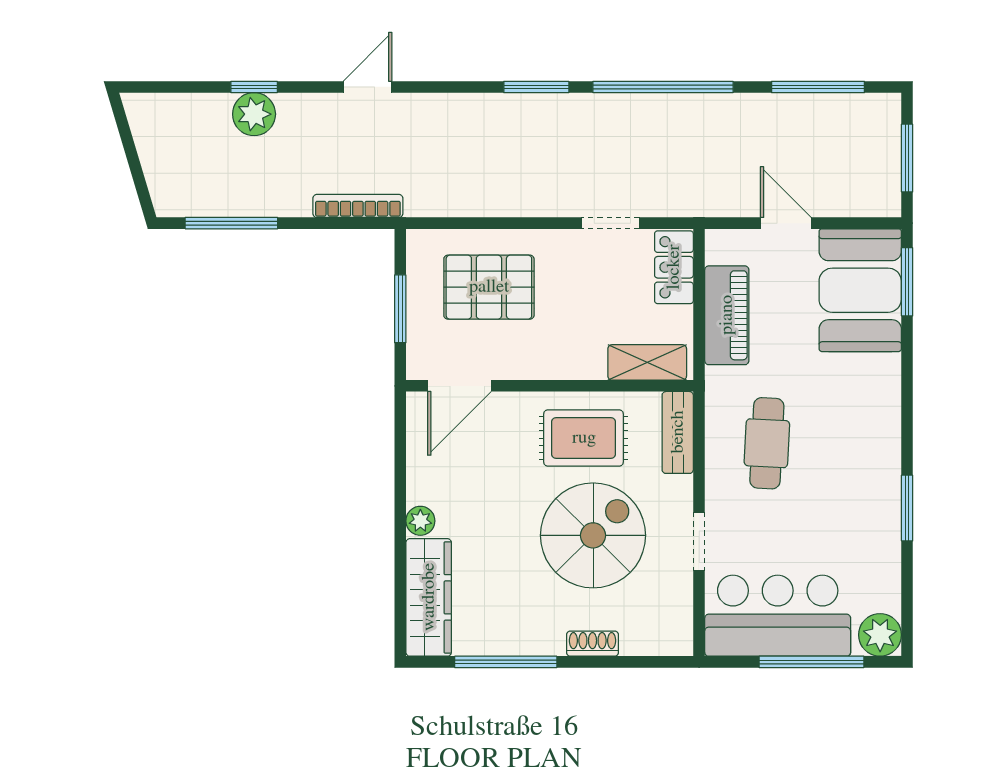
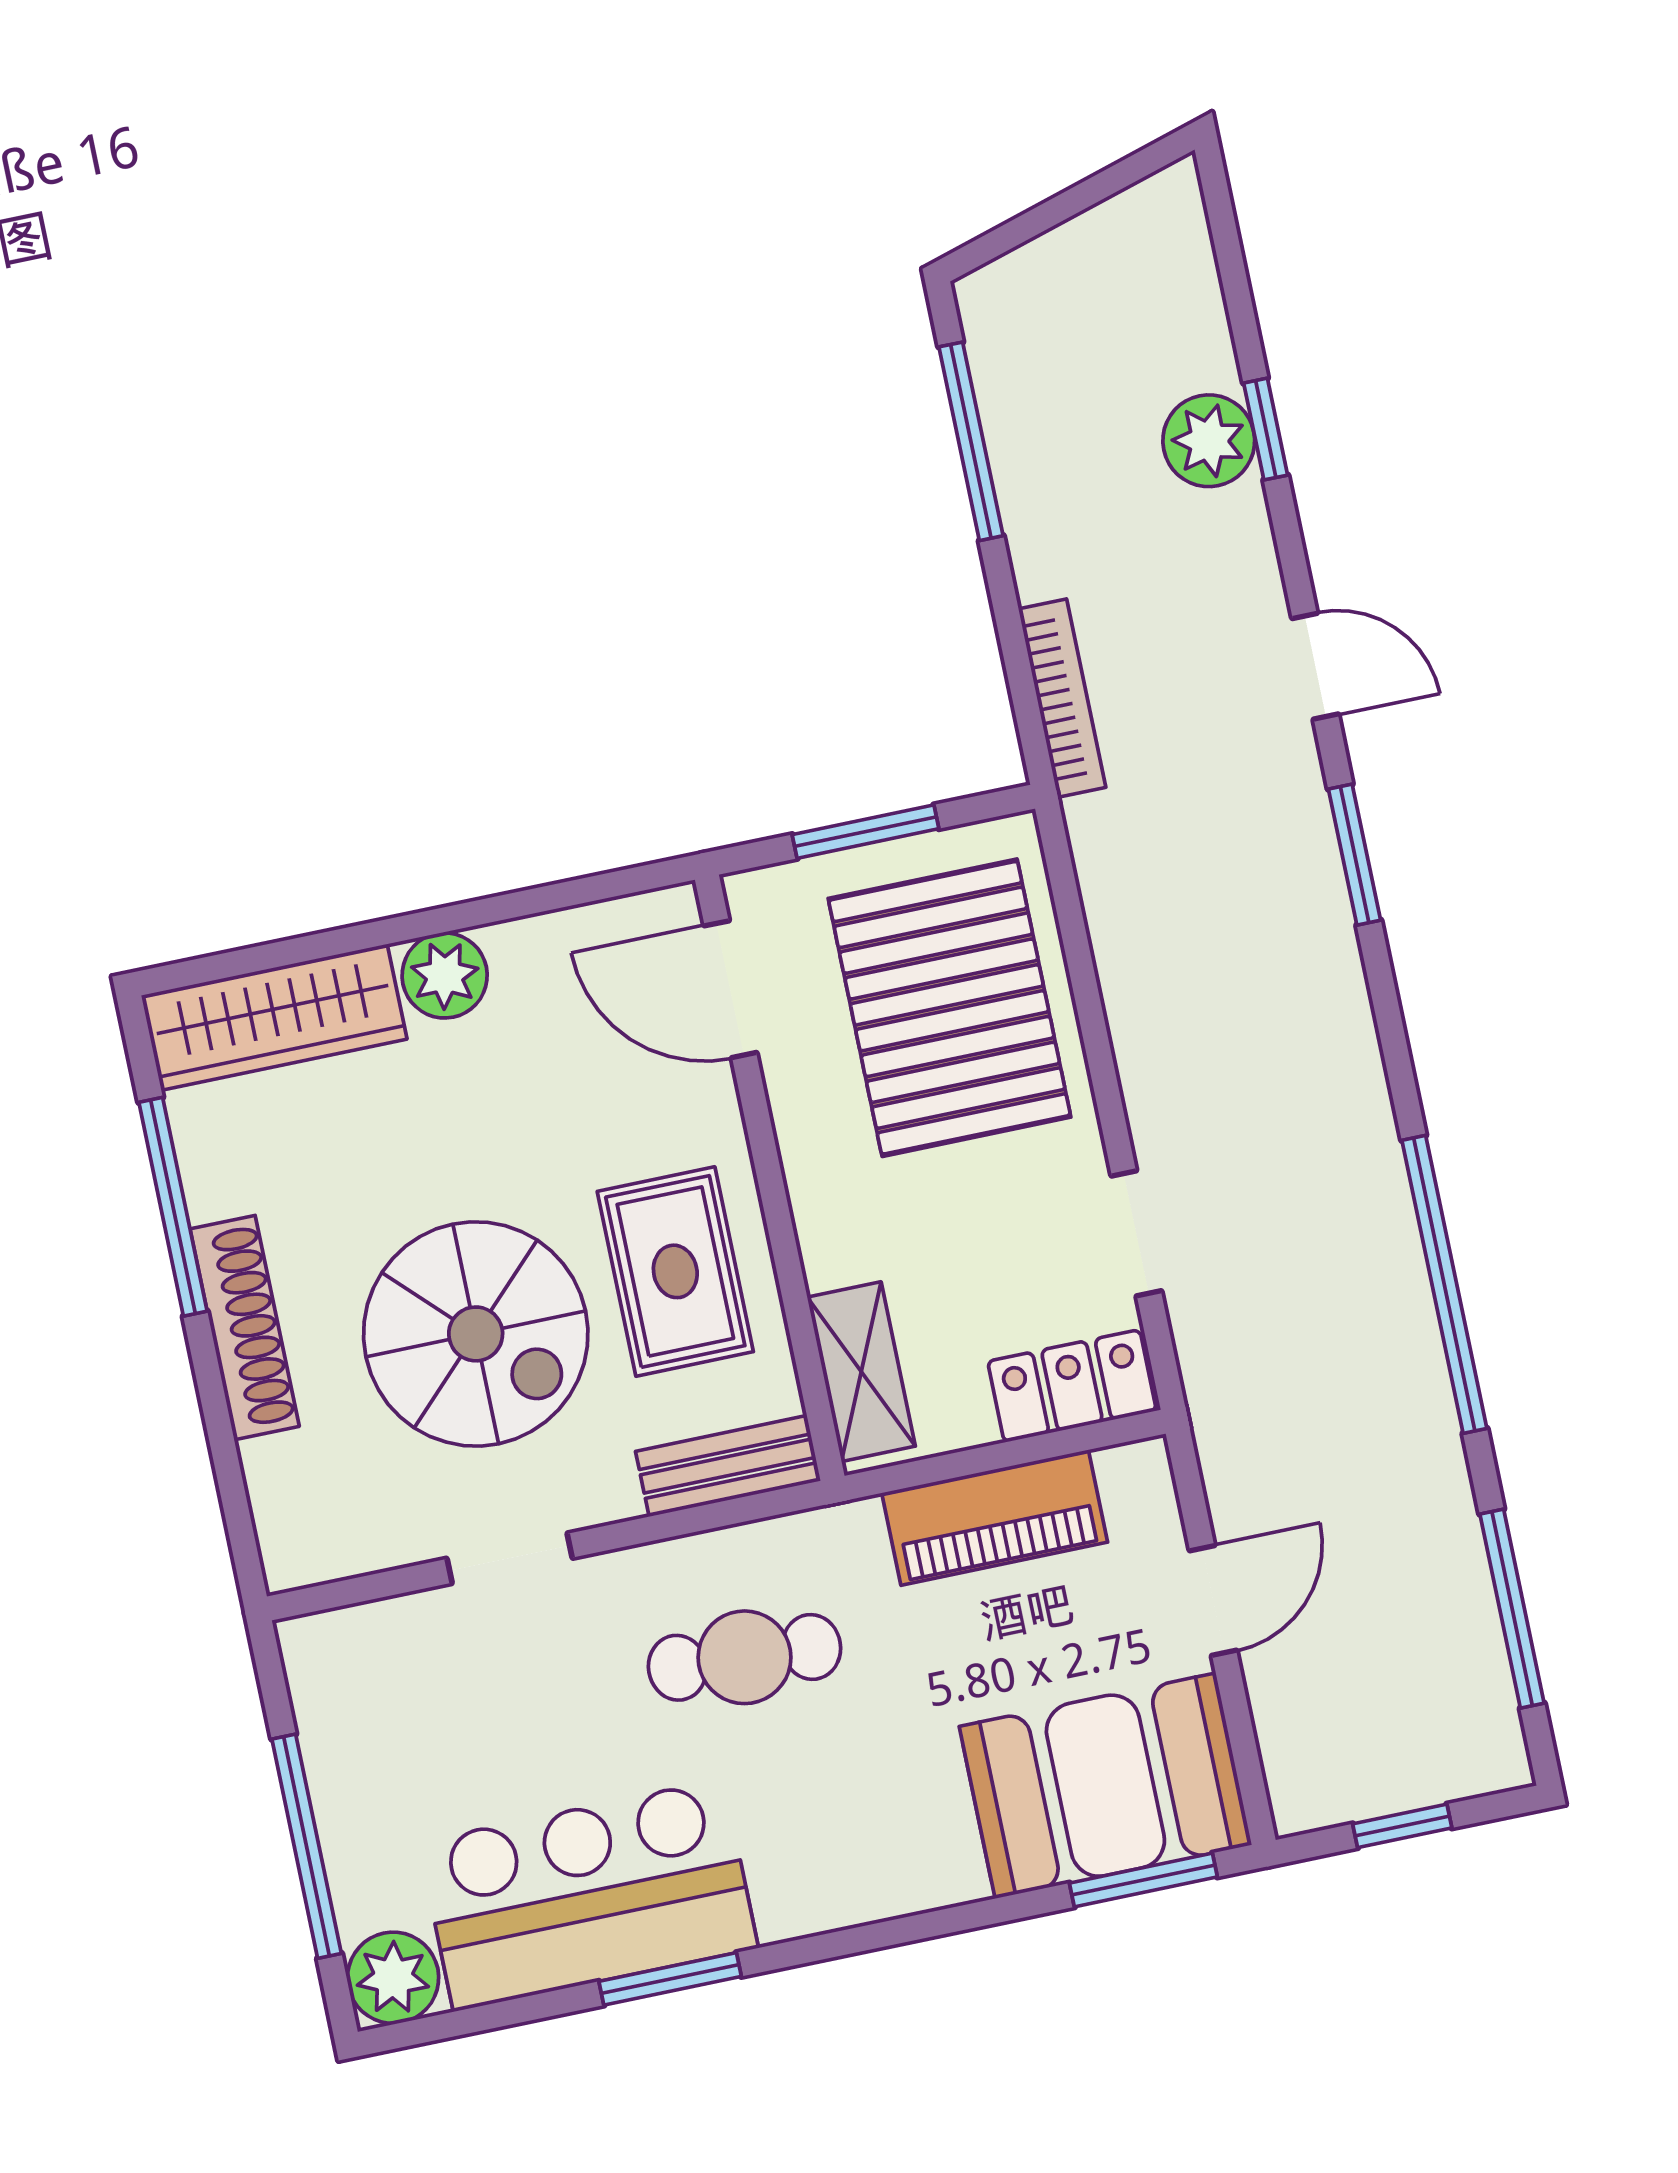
window: (536, 87) -> (1355, 855), moved
window: (907, 158) -> (1402, 1826), width x0.67
pallet: (489, 287) -> (950, 1008), width x1.37, depth x1.41
plant: (420, 521) -> (445, 975), width x1.38, depth x1.38
bar counter: (778, 616) -> (588, 1895), moved, turned -90
shoe rack: (592, 644) -> (245, 1328), width x1.94, depth x1.24

